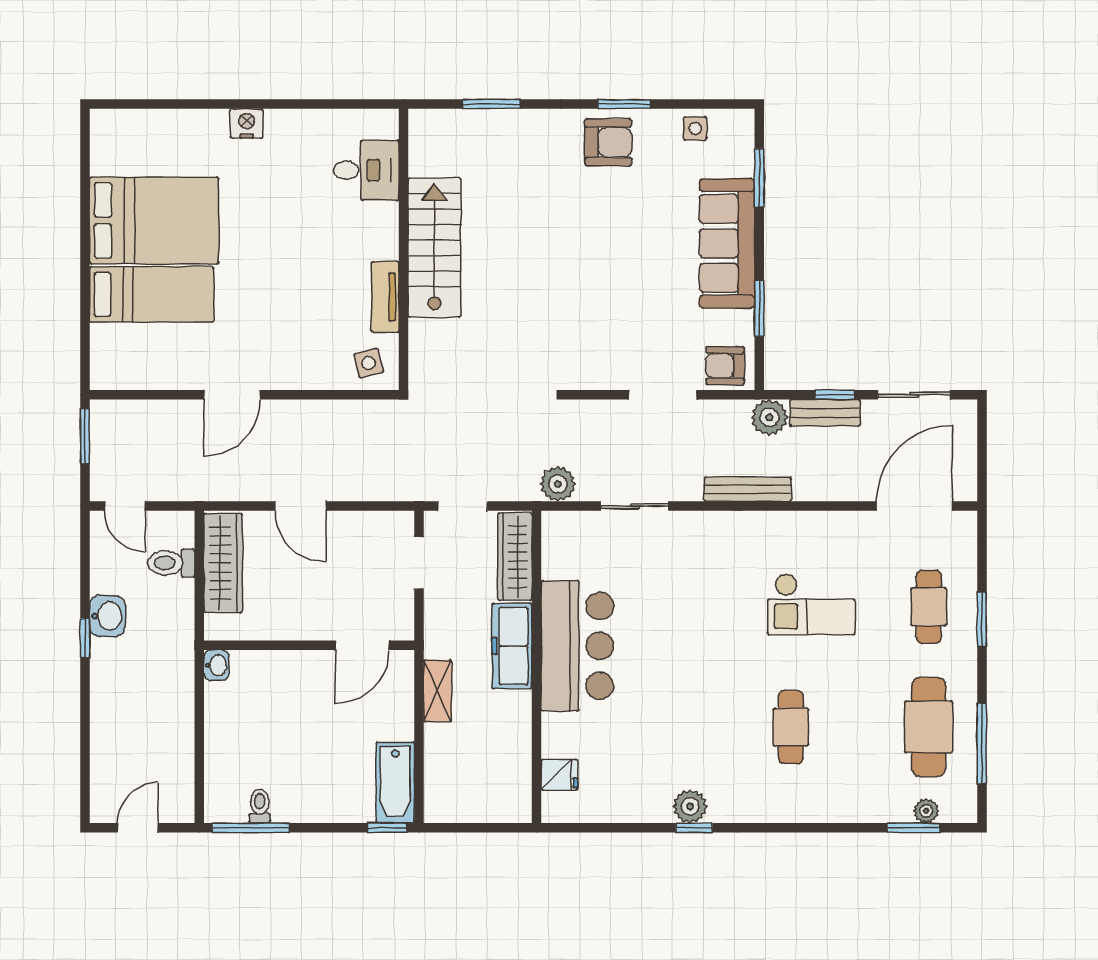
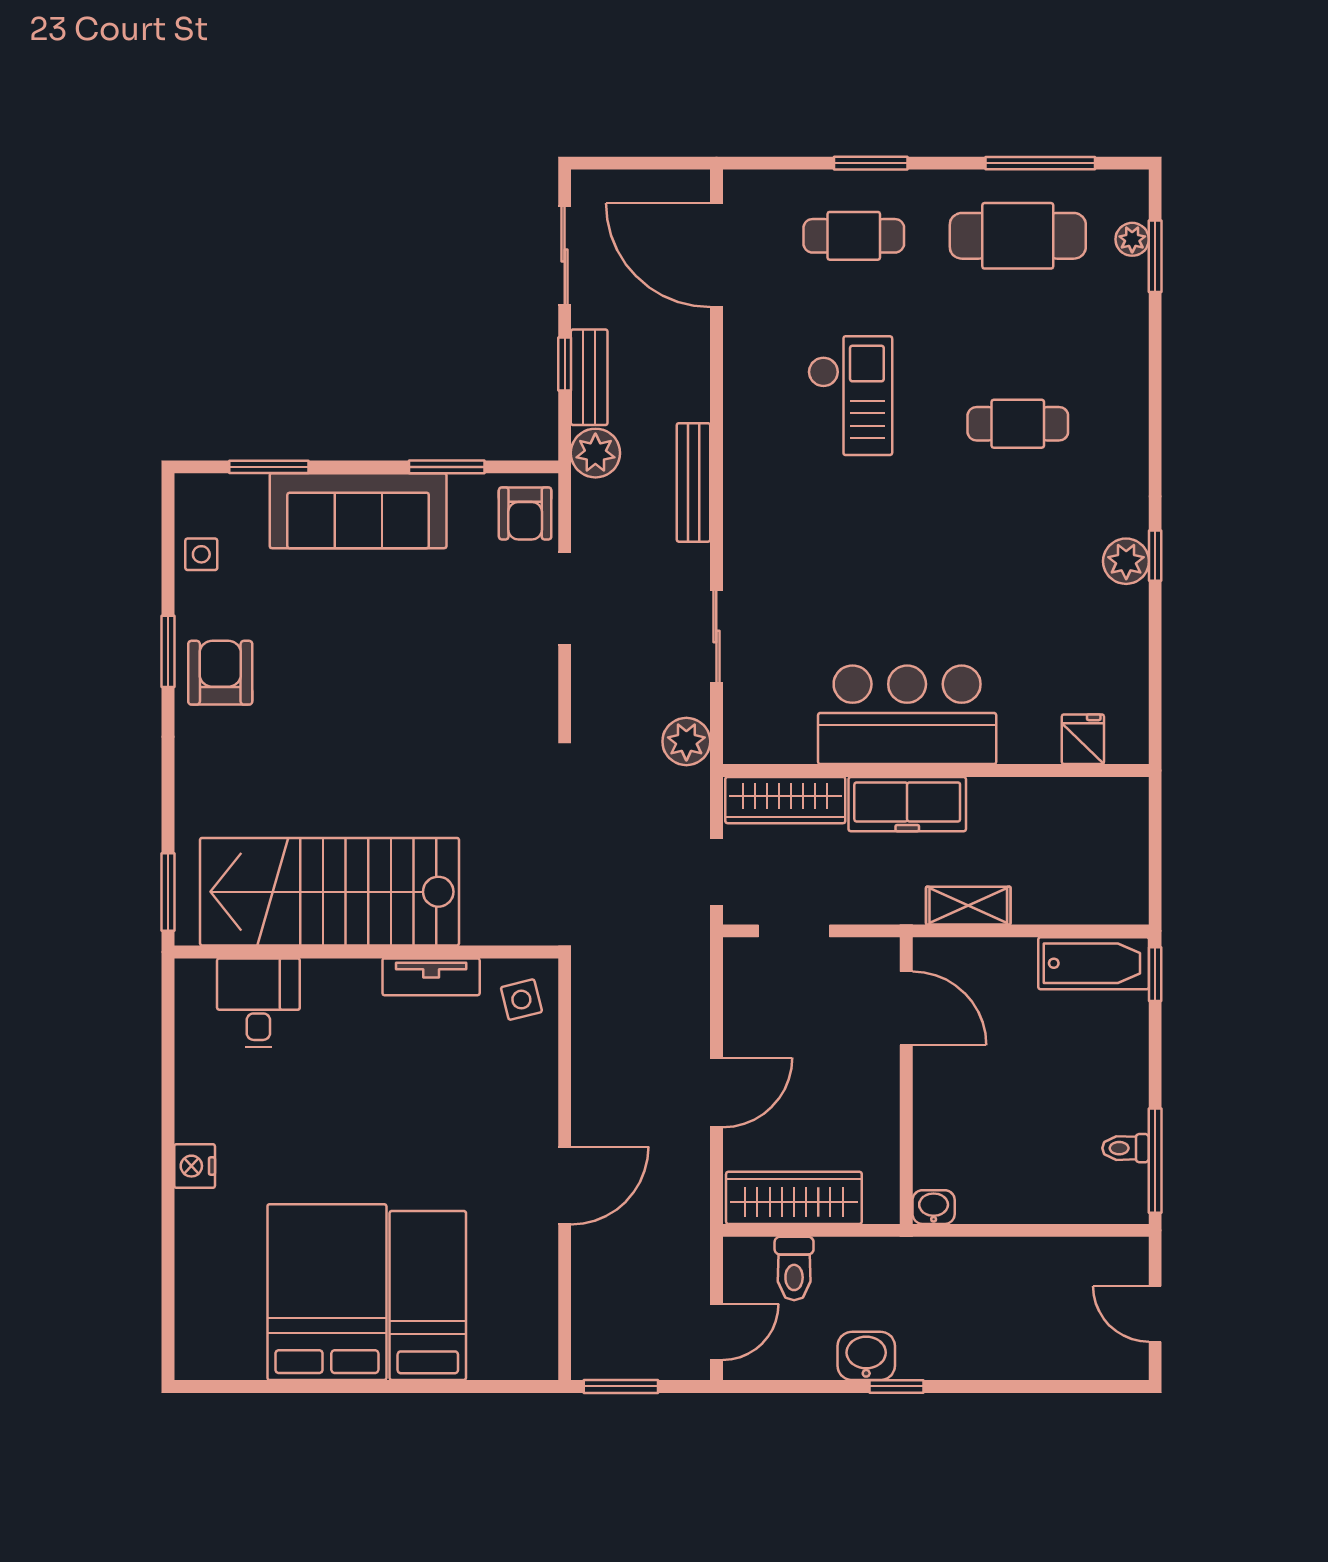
window: (491, 104) -> (168, 892), moved
stairs: (434, 248) -> (329, 892), width x1.36, depth x1.51
door: (232, 395) -> (565, 1186), hinge flipped

